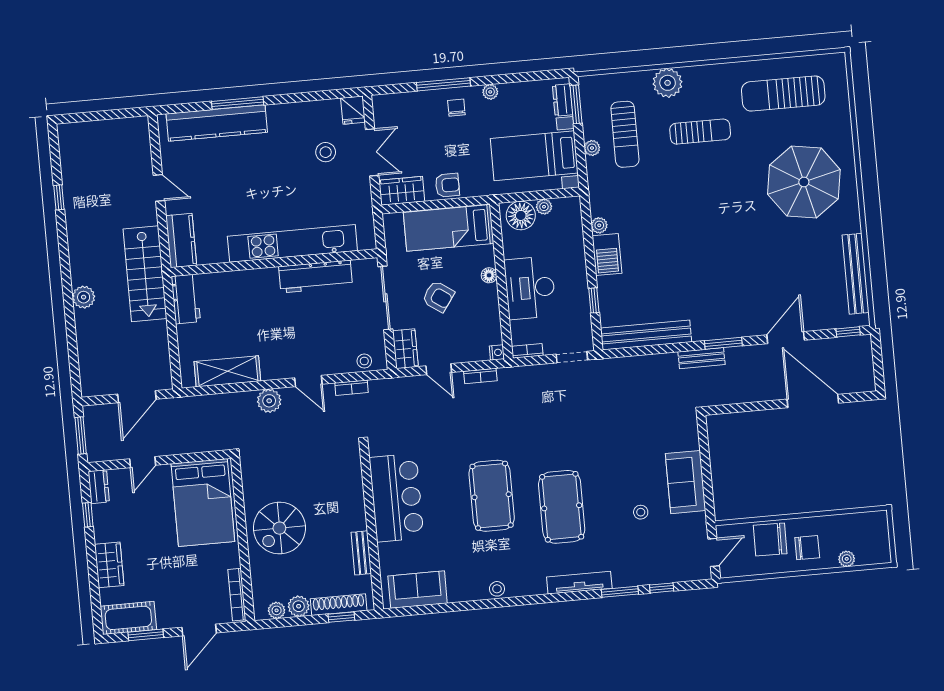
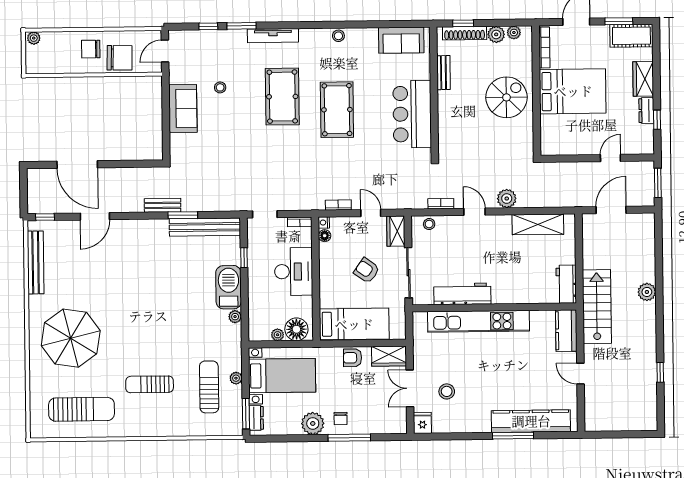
plant: (668, 83) -> (172, 425), removed
plant: (490, 92) -> (313, 423), width x1.88, depth x1.88
barbecue: (607, 255) -> (229, 287), width x1.37, depth x1.21
floor lamp: (489, 275) -> (325, 236), moved
window: (723, 343) -> (183, 215), moved
dresser: (99, 487) -> (646, 111), moved
bed: (203, 503) -> (573, 91), moved, turned 90
plant: (847, 559) -> (34, 38), moved

